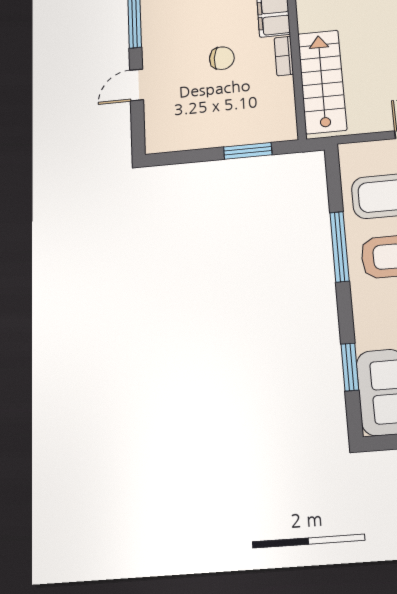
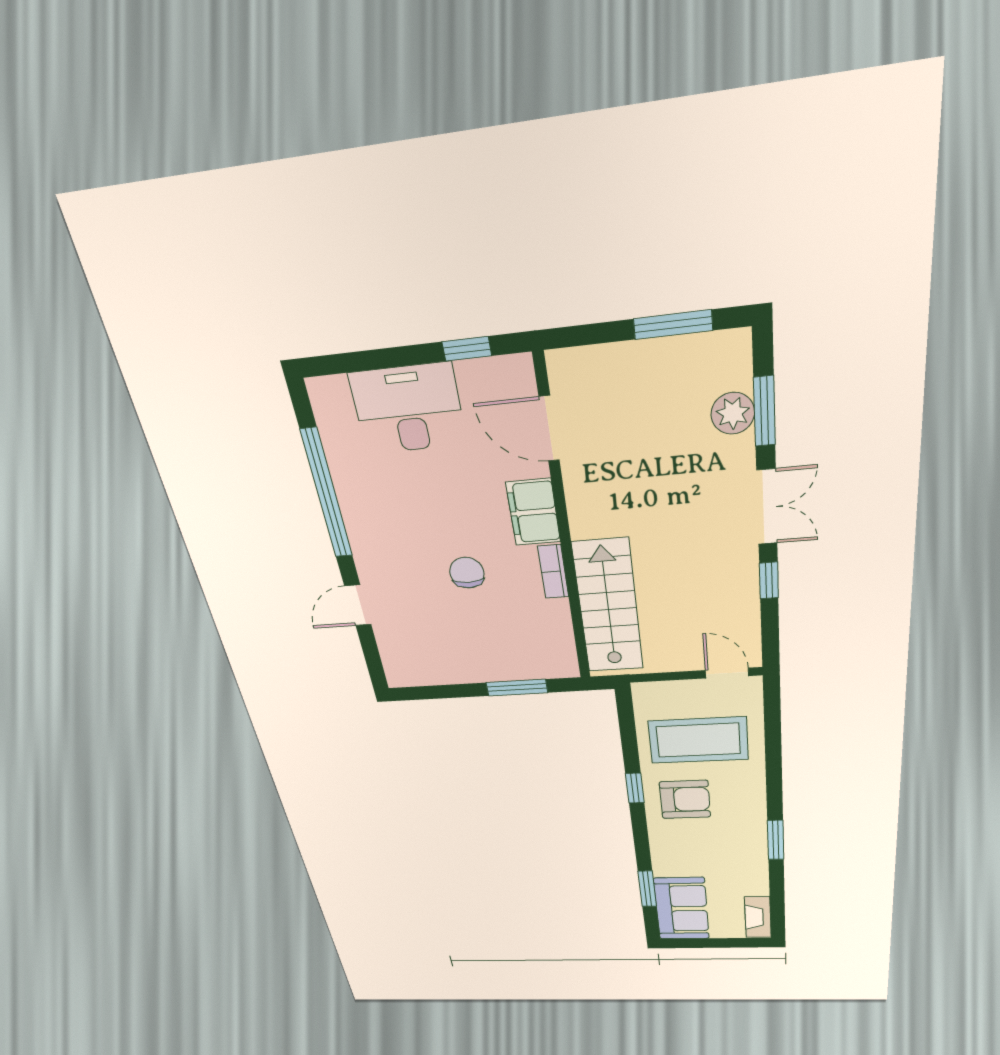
chair: (222, 58) -> (467, 573), turned -96
window: (339, 247) -> (635, 788), width x0.46

